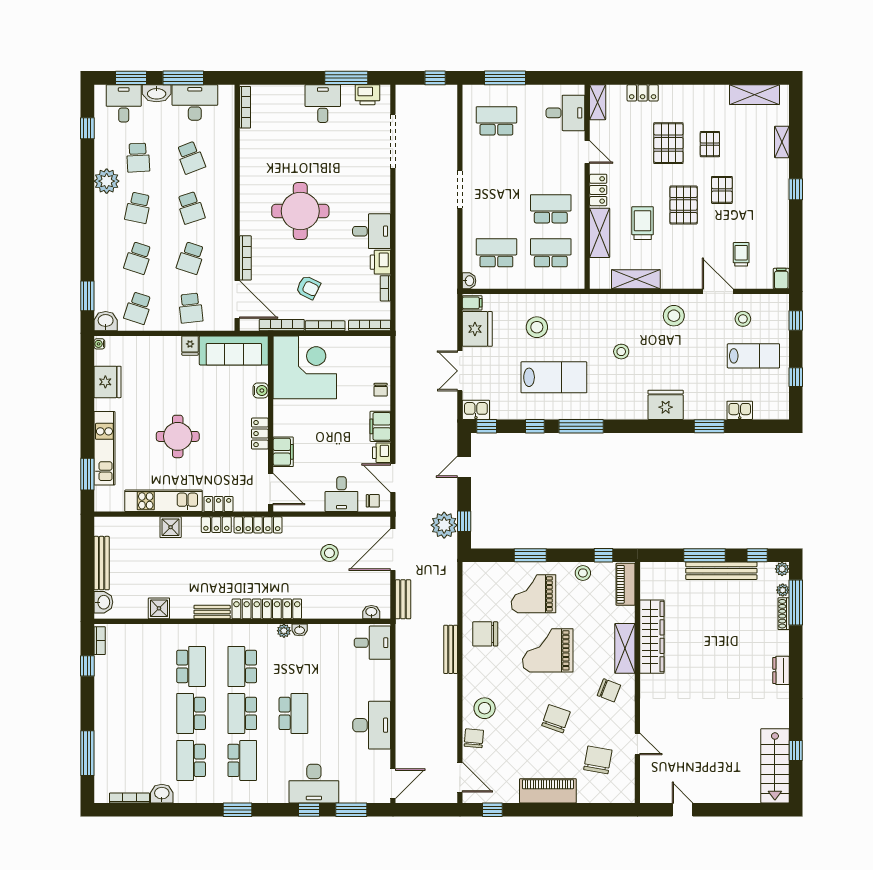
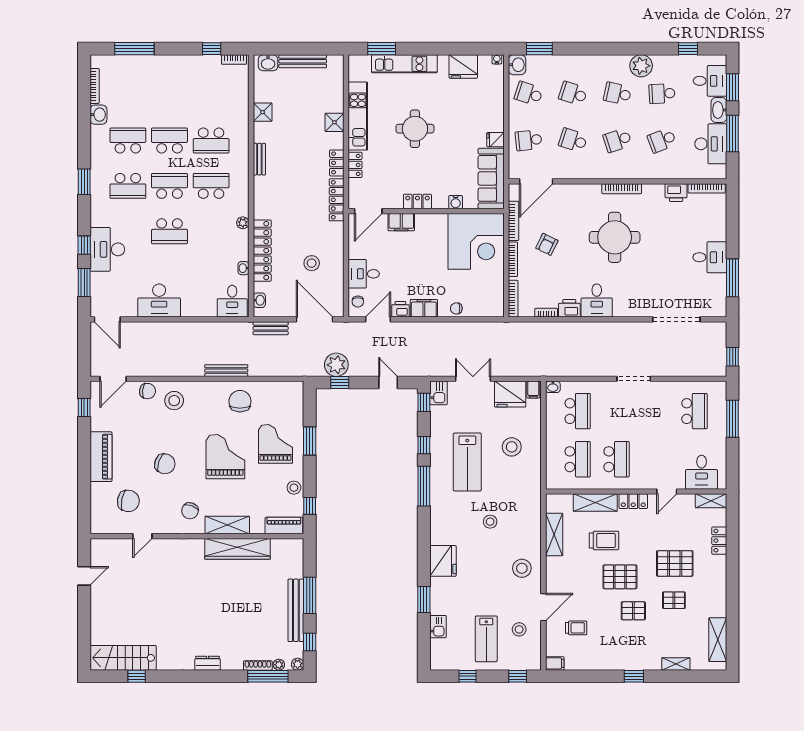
printer: (368, 95) -> (676, 193), moved, turned -90
bookcase: (245, 258) -> (622, 189), moved
locker: (267, 609) -> (262, 251), moved
washbasin: (300, 630) -> (243, 268), moved

